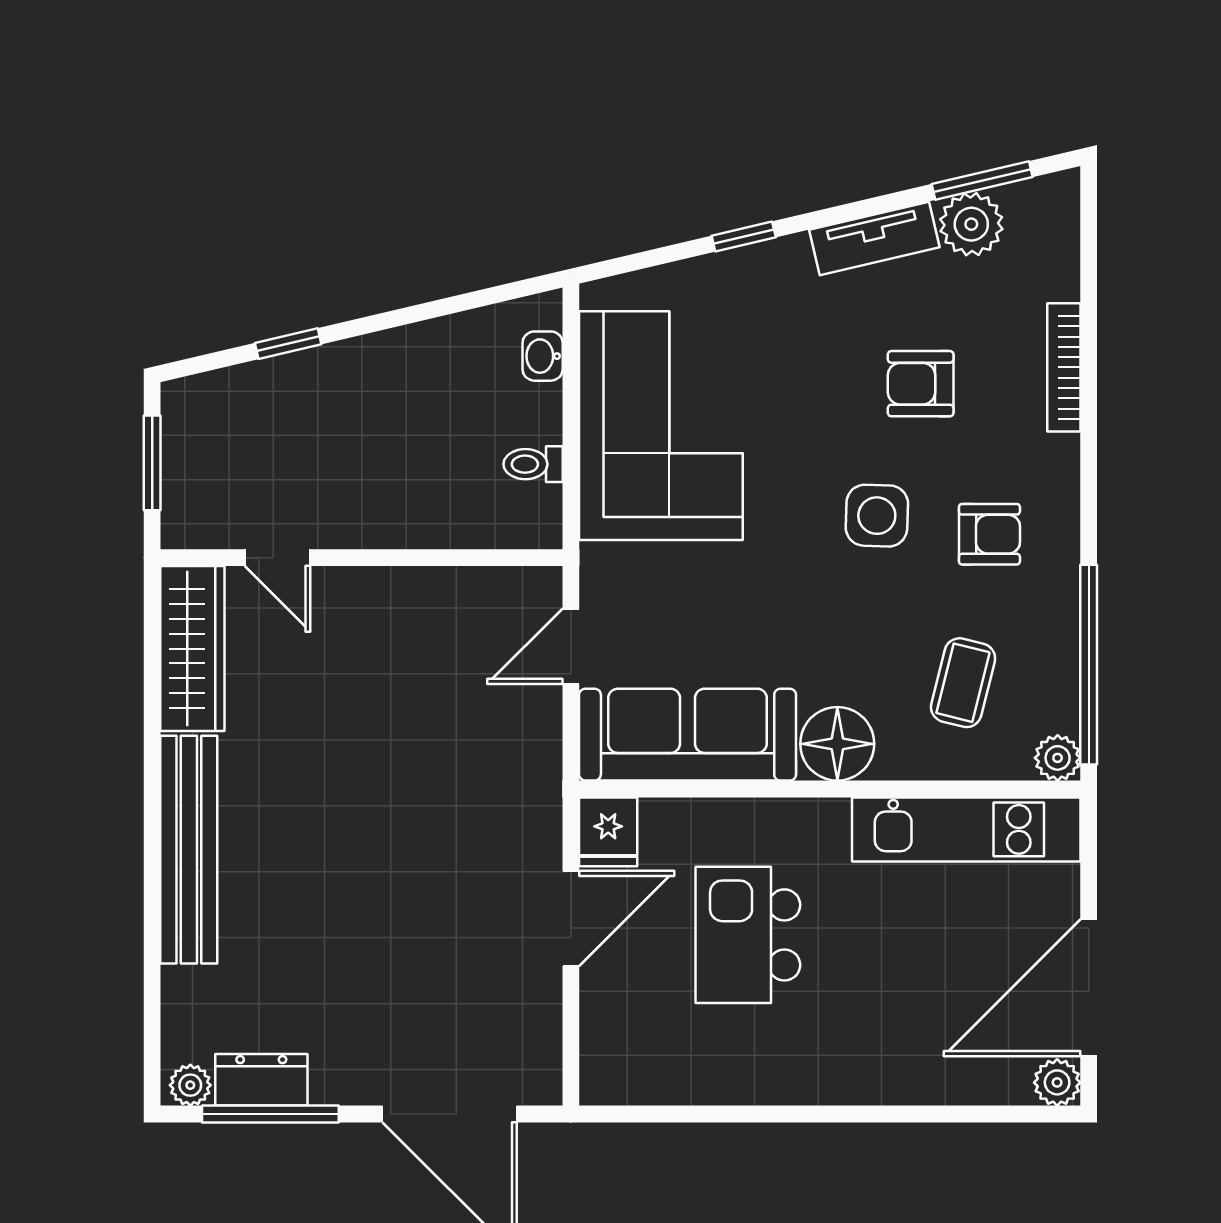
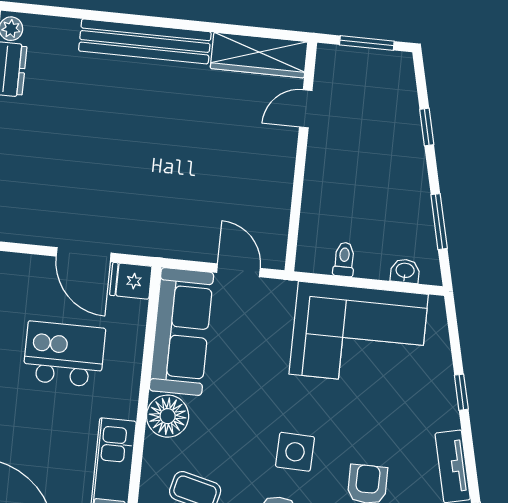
window: (450, 305) -> (439, 222), added

